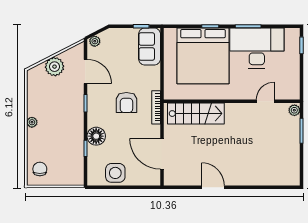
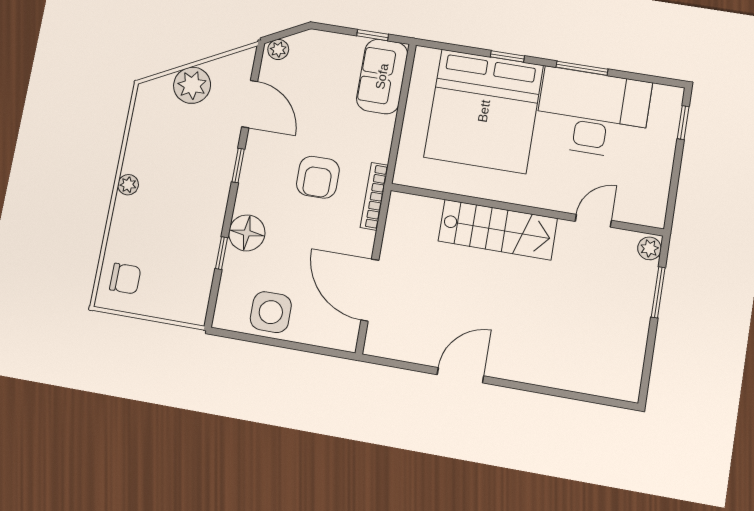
stairs: (196, 114) -> (498, 230), moved
chair: (40, 169) -> (125, 279), turned 90
door: (213, 187) -> (460, 375), hinge flipped

